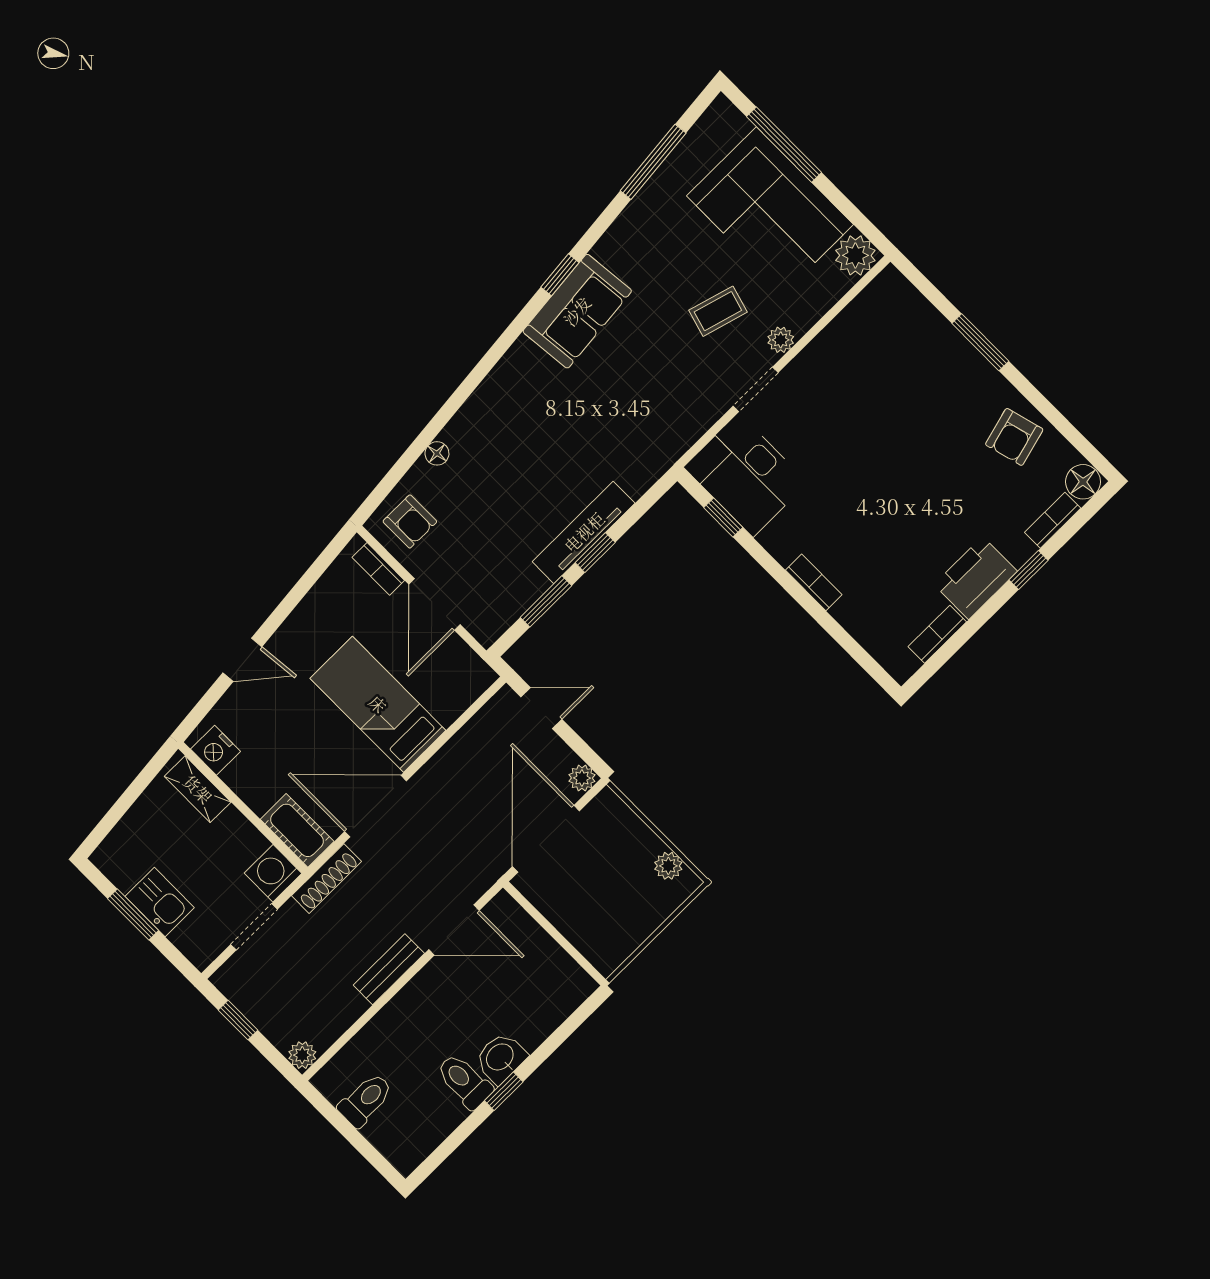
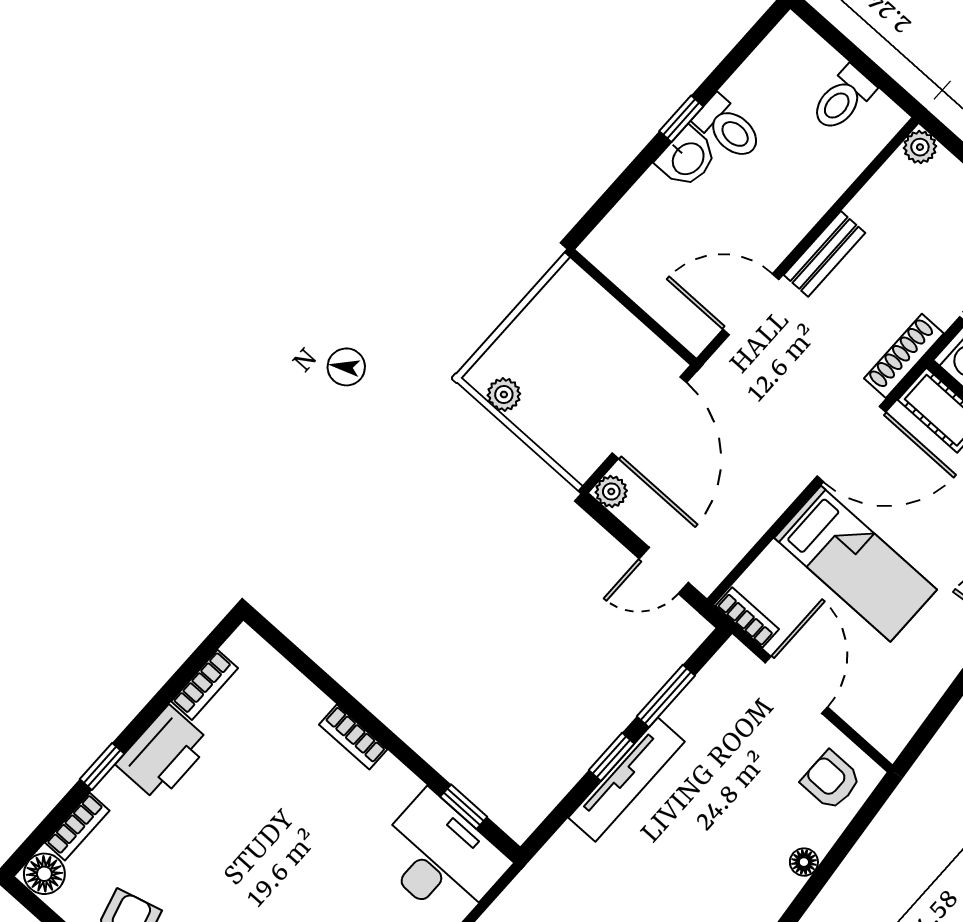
bookcase: (378, 569) -> (747, 617), moved

